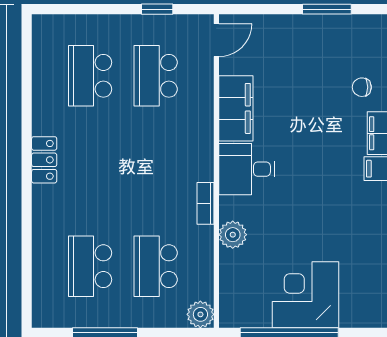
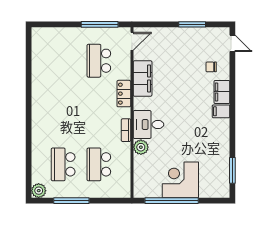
window: (157, 9) -> (100, 24), width x2.17
school desk: (90, 76) -> (63, 61), removed
locker: (44, 160) -> (124, 94), moved, turned 180
desk: (247, 169) -> (148, 124), moved
plant: (200, 314) -> (39, 191), moved

